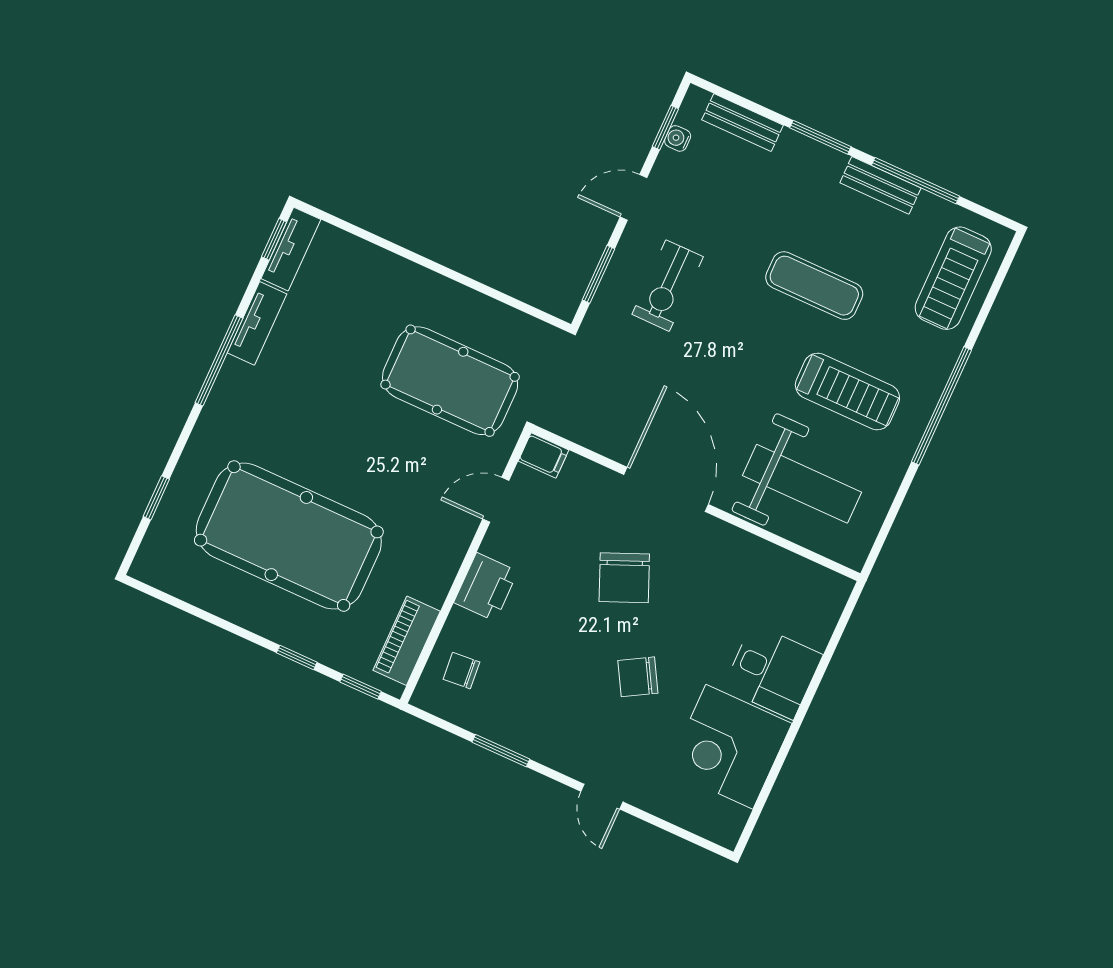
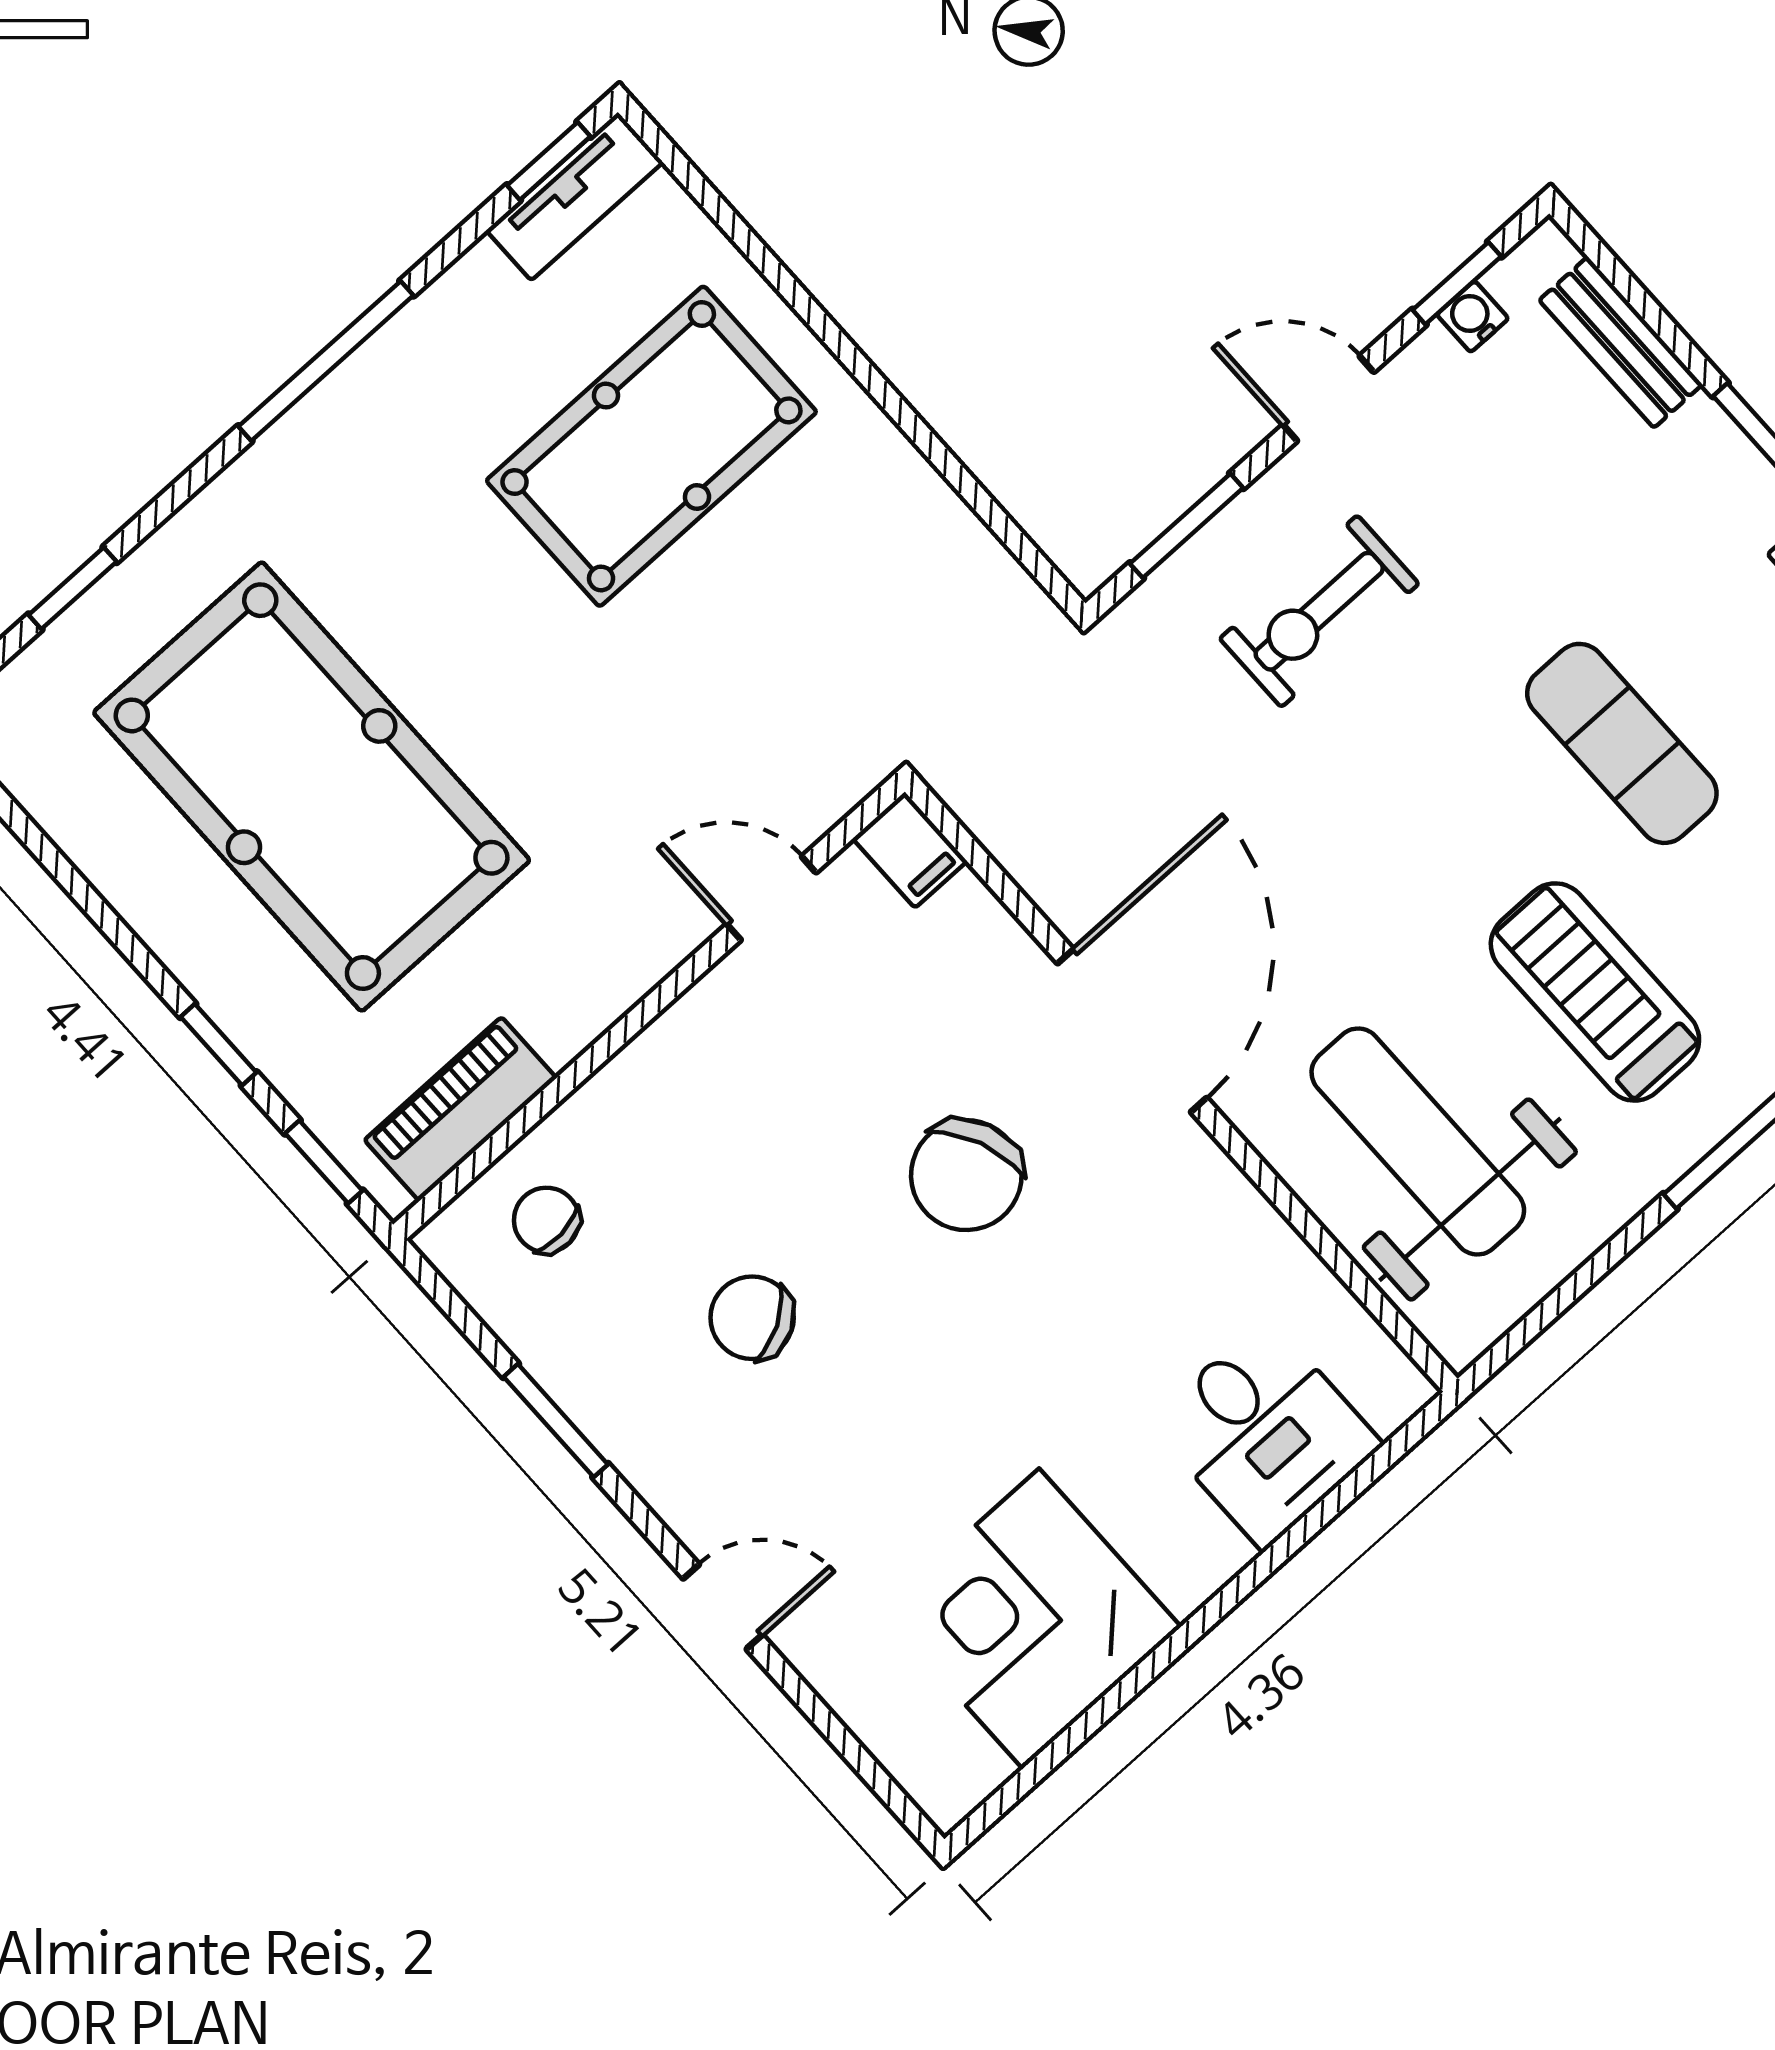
tv unit: (257, 323) -> (438, 319), removed
pool table: (450, 381) -> (651, 446), moved, turned 90
treadmill: (847, 391) -> (1595, 992), turned 180
weight bench: (802, 484) -> (1418, 1141), turned 180
printer: (486, 587) -> (672, 1069), removed
desk: (773, 671) -> (1265, 1433), moved
chair: (638, 677) -> (752, 1318), moved
door: (602, 797) -> (723, 1607), swing flipped

